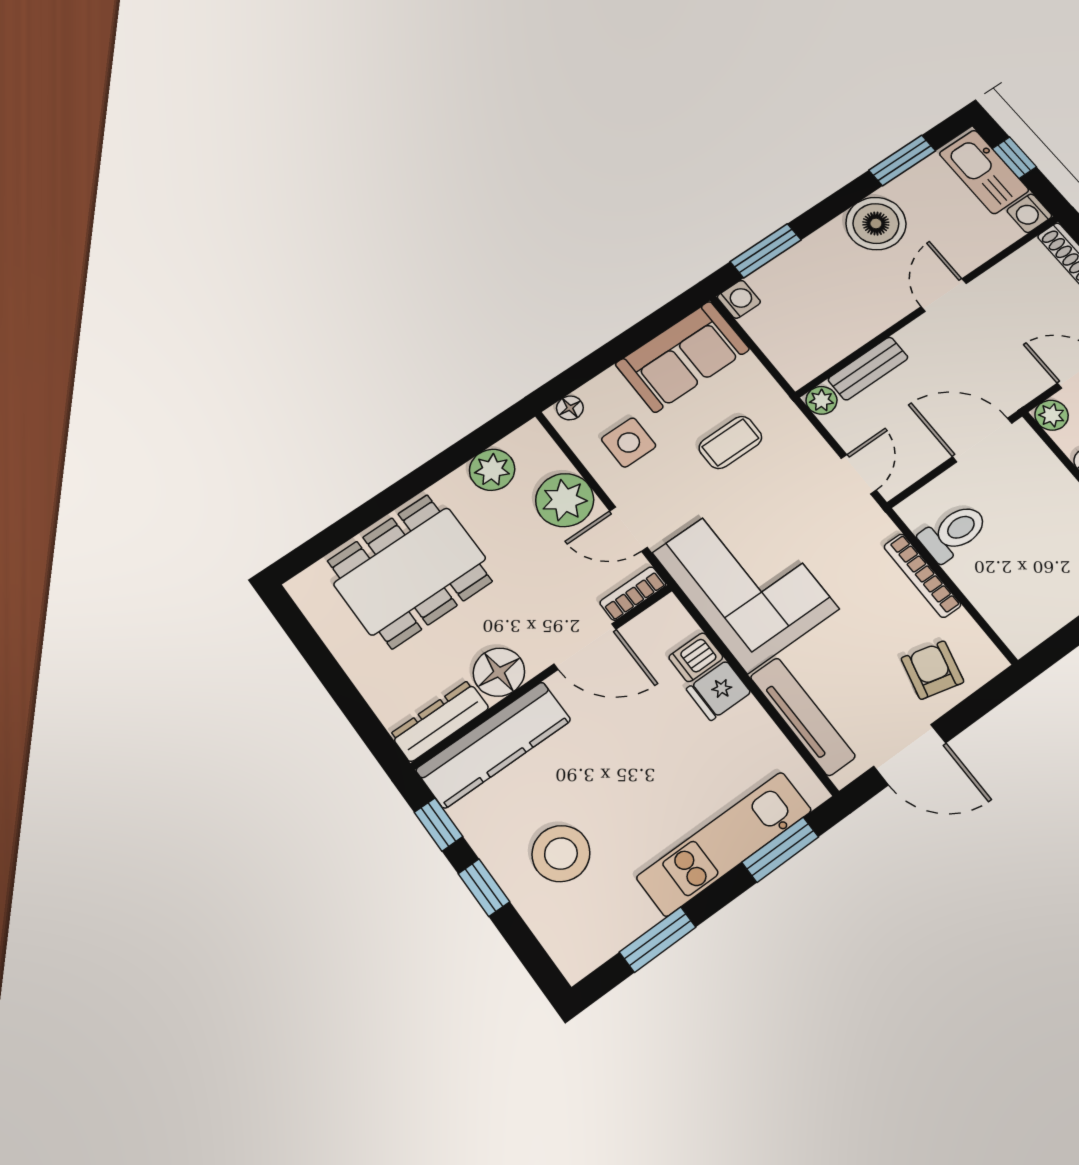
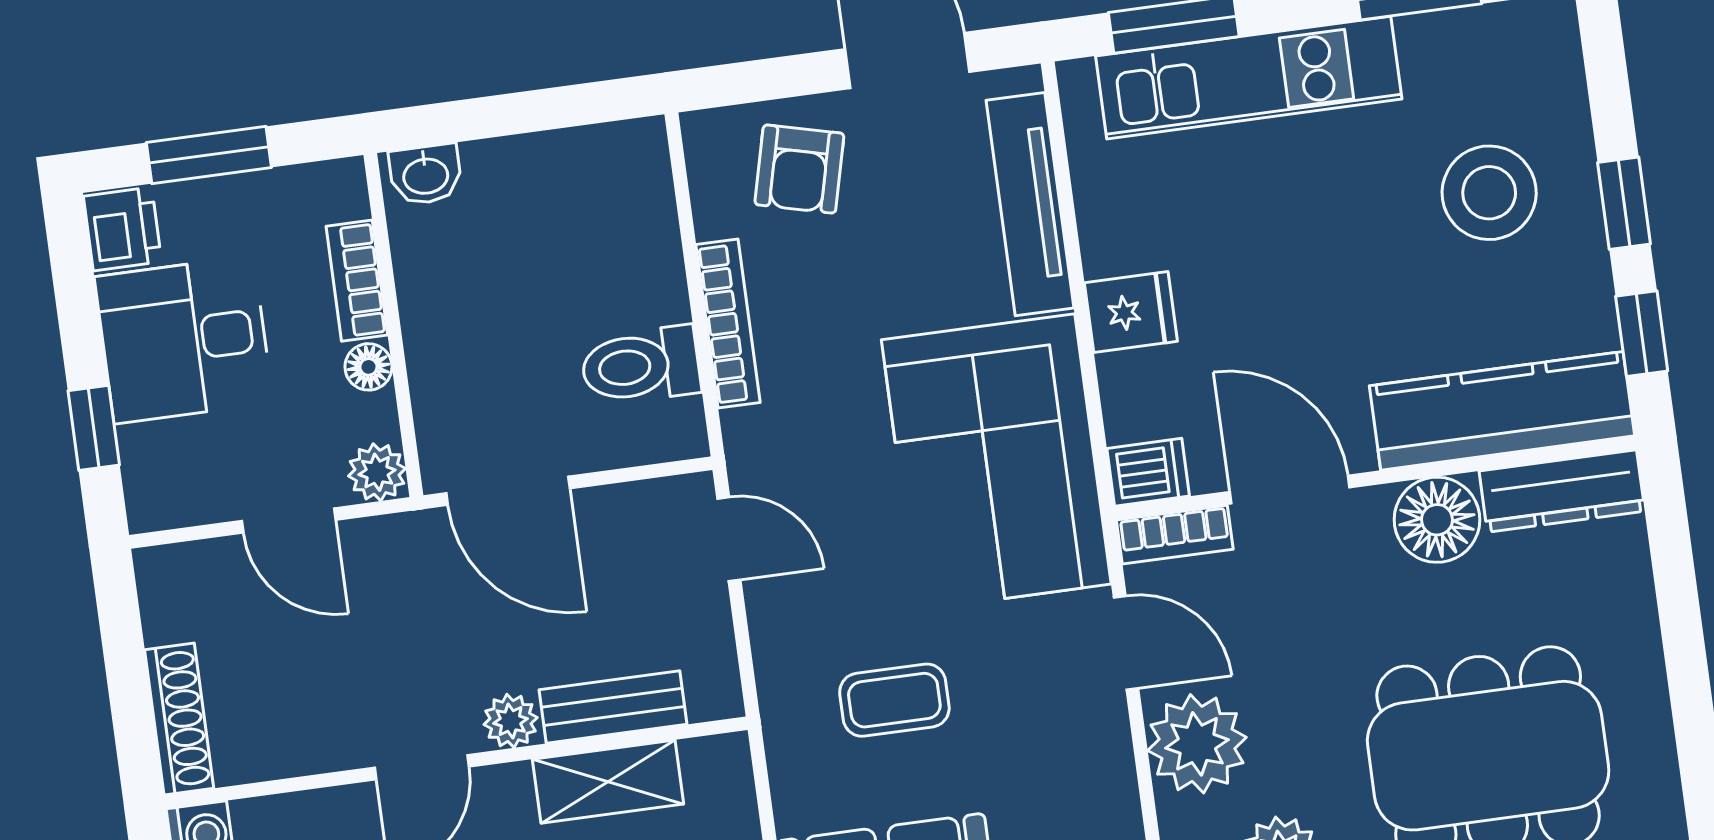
shelving: (849, 334) -> (608, 782), added
plant: (821, 400) -> (511, 721), moved
side table: (629, 442) -> (1049, 786), removed
door: (859, 474) -> (729, 539), swing flipped
dishwasher: (696, 657) -> (1148, 472), moved

